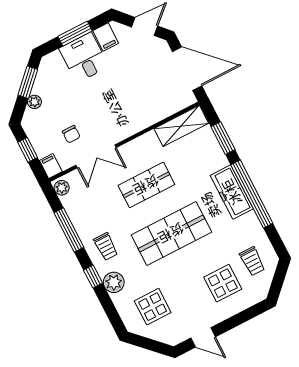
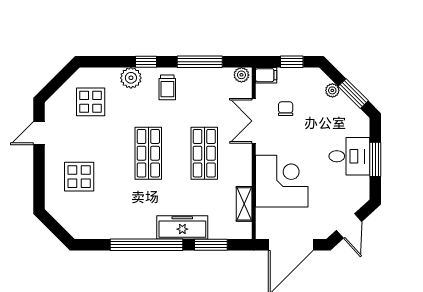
filing cabinet: (106, 37) -> (358, 186), removed
corner desk: (136, 105) -> (282, 181), added
shelving: (181, 126) -> (244, 204), width x0.67, depth x0.75
chair: (71, 134) -> (286, 109), turned 90
freezer: (232, 192) -> (182, 227), moved
shop shelf: (171, 233) -> (148, 153), width x0.70, depth x0.74
trolley: (106, 247) -> (167, 87), turned -90
trolley: (252, 261) -> (85, 214), removed

